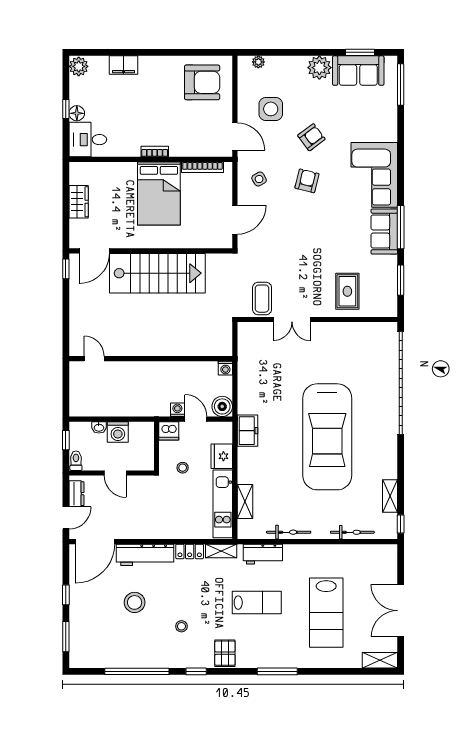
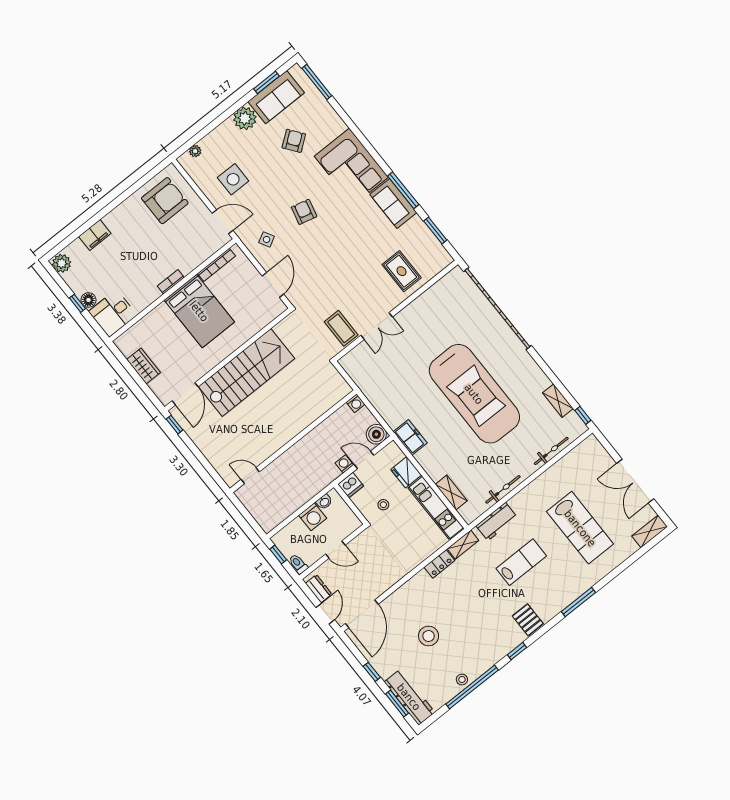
armchair: (311, 137) -> (294, 141), moved
washbasin: (99, 427) -> (324, 502), moved
workbench: (145, 555) -> (409, 697), moved, turned -90
stool: (181, 626) -> (462, 680), moved

